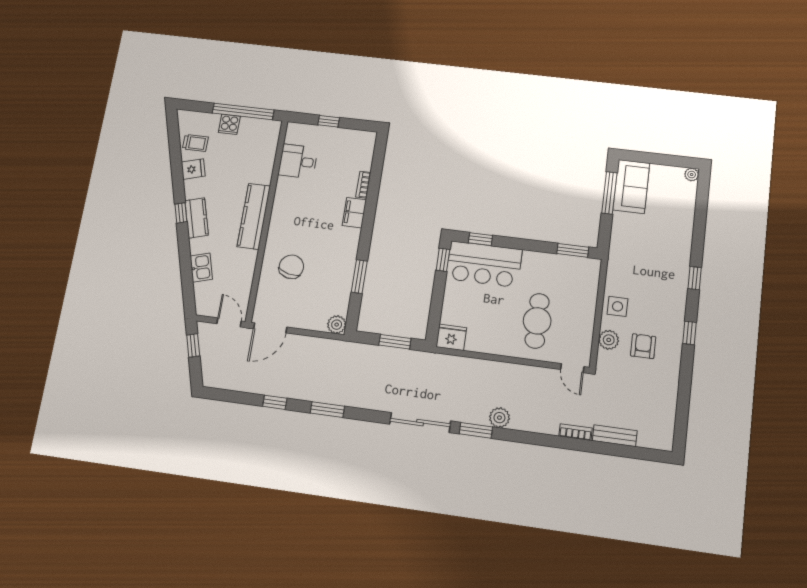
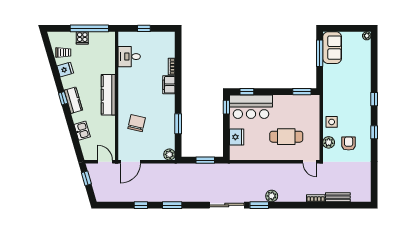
cafe table: (537, 321) -> (286, 137), turned 90
fridge: (451, 337) -> (237, 137), moved, turned 90

